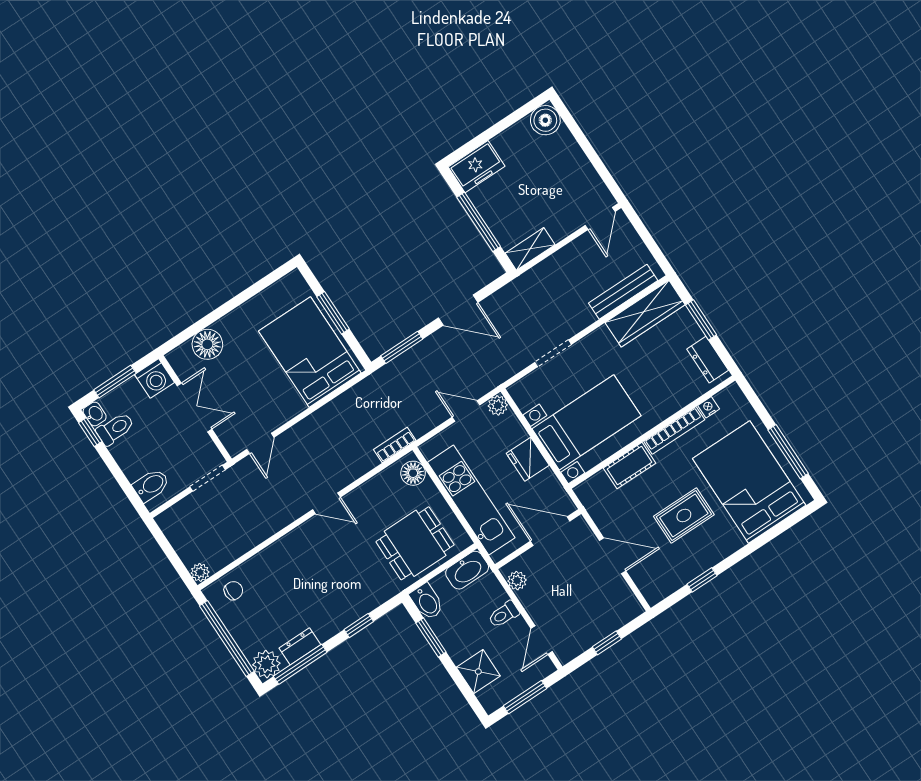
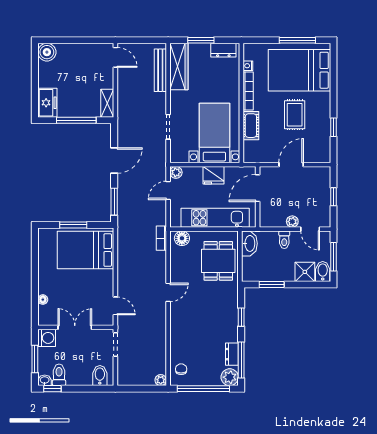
floor lamp: (207, 344) -> (43, 300), width x0.53, depth x0.53
plant: (517, 581) -> (292, 222), moved
bidet: (427, 602) -> (323, 271), moved, turned -90

